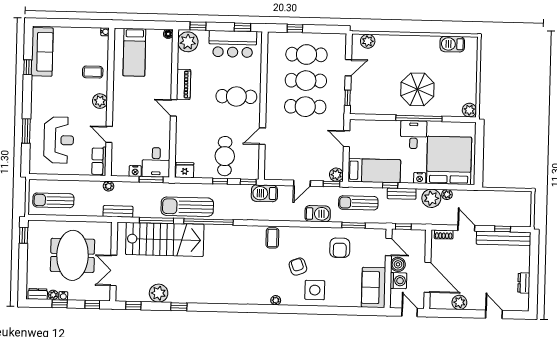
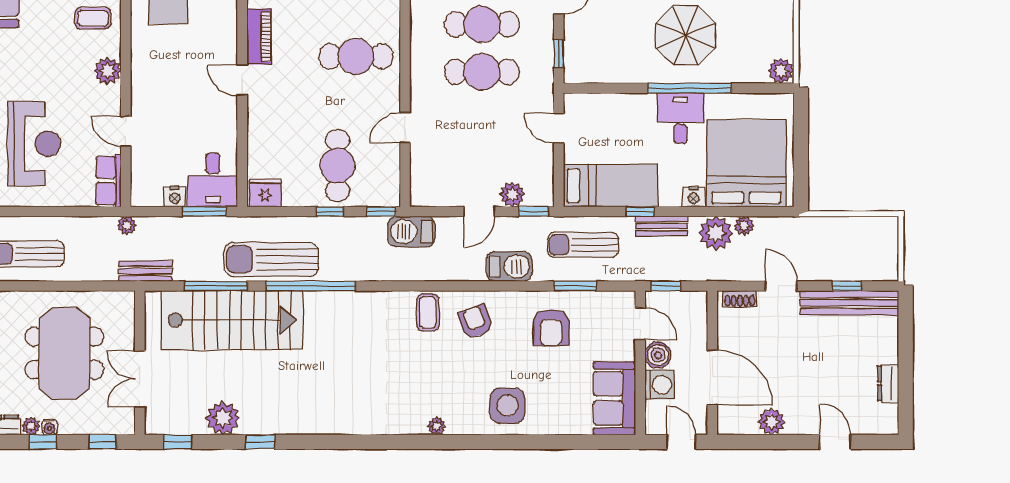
plant: (336, 175) -> (512, 194), moved
armchair: (298, 267) -> (476, 322), moved

